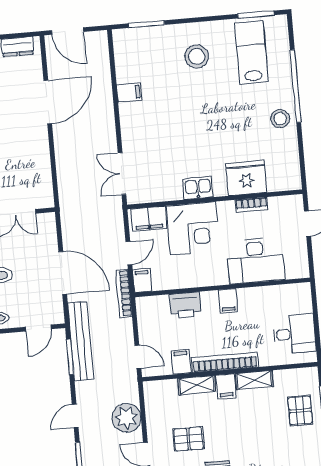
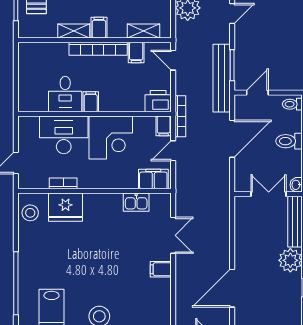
filing cabinet: (129, 92) -> (161, 269), moved
stool: (280, 119) -> (30, 213), moved
double door: (122, 174) -> (173, 235), moved
kitchen sink: (198, 188) -> (136, 202), moved
corner desk: (193, 228) -> (111, 137), moved, turned 180
door: (63, 273) -> (232, 139), swing flipped
printer: (185, 305) -> (158, 101), moved
desk: (294, 334) -> (65, 94), moved, turned -90
shelving: (197, 385) -> (144, 31), moved

